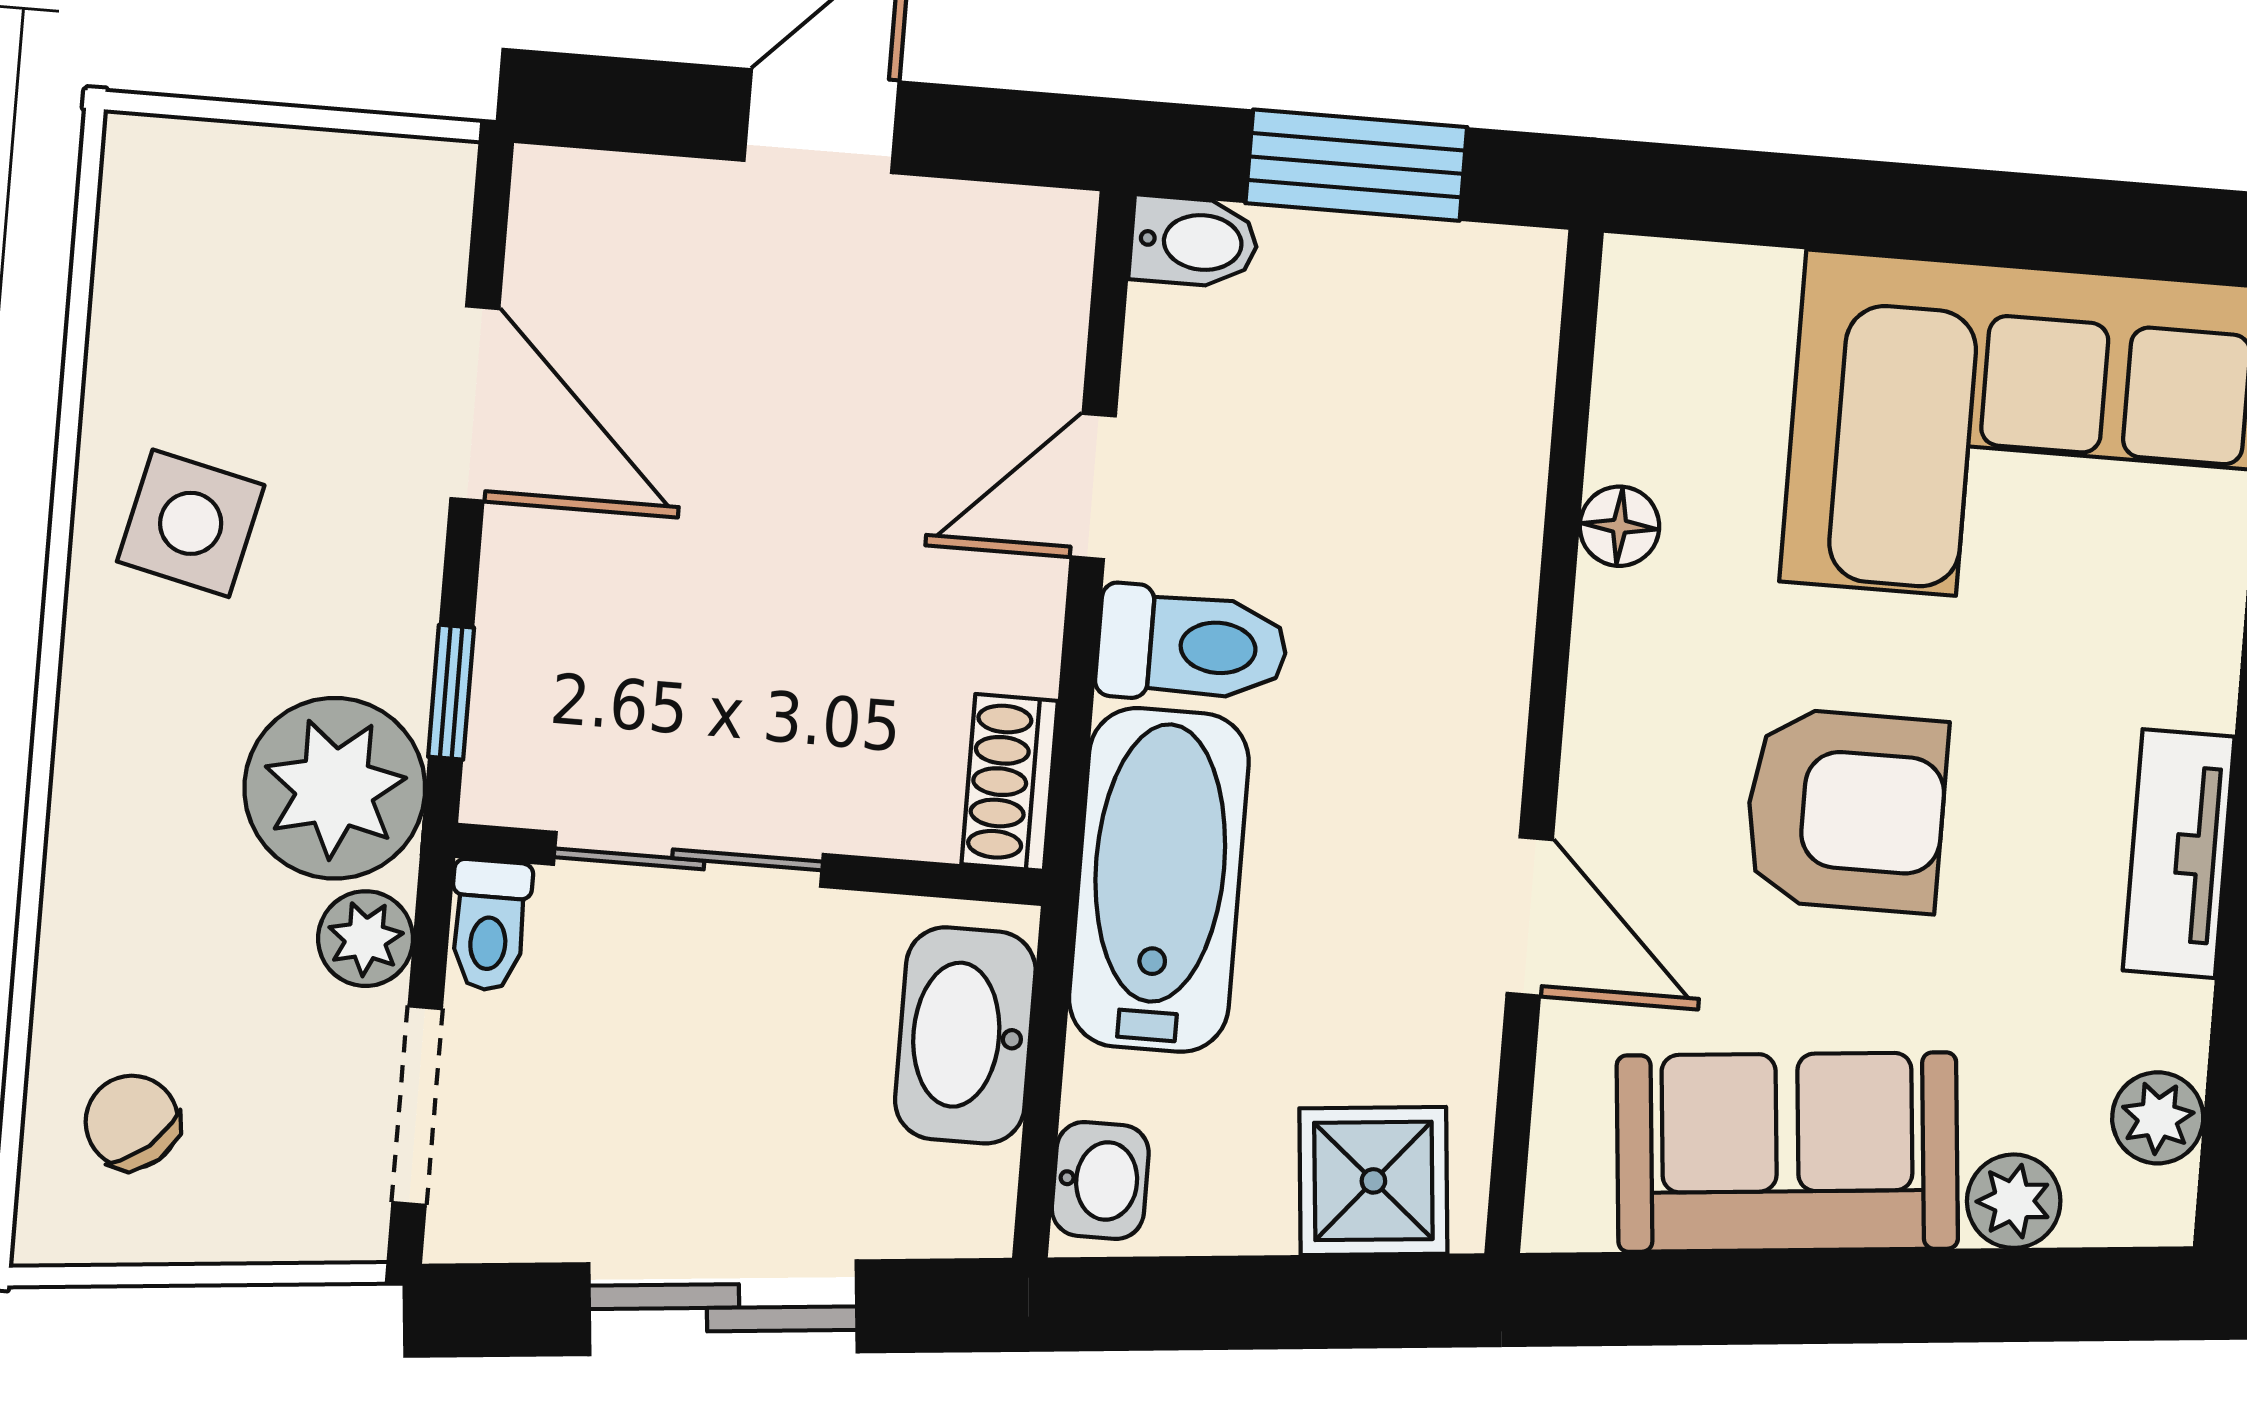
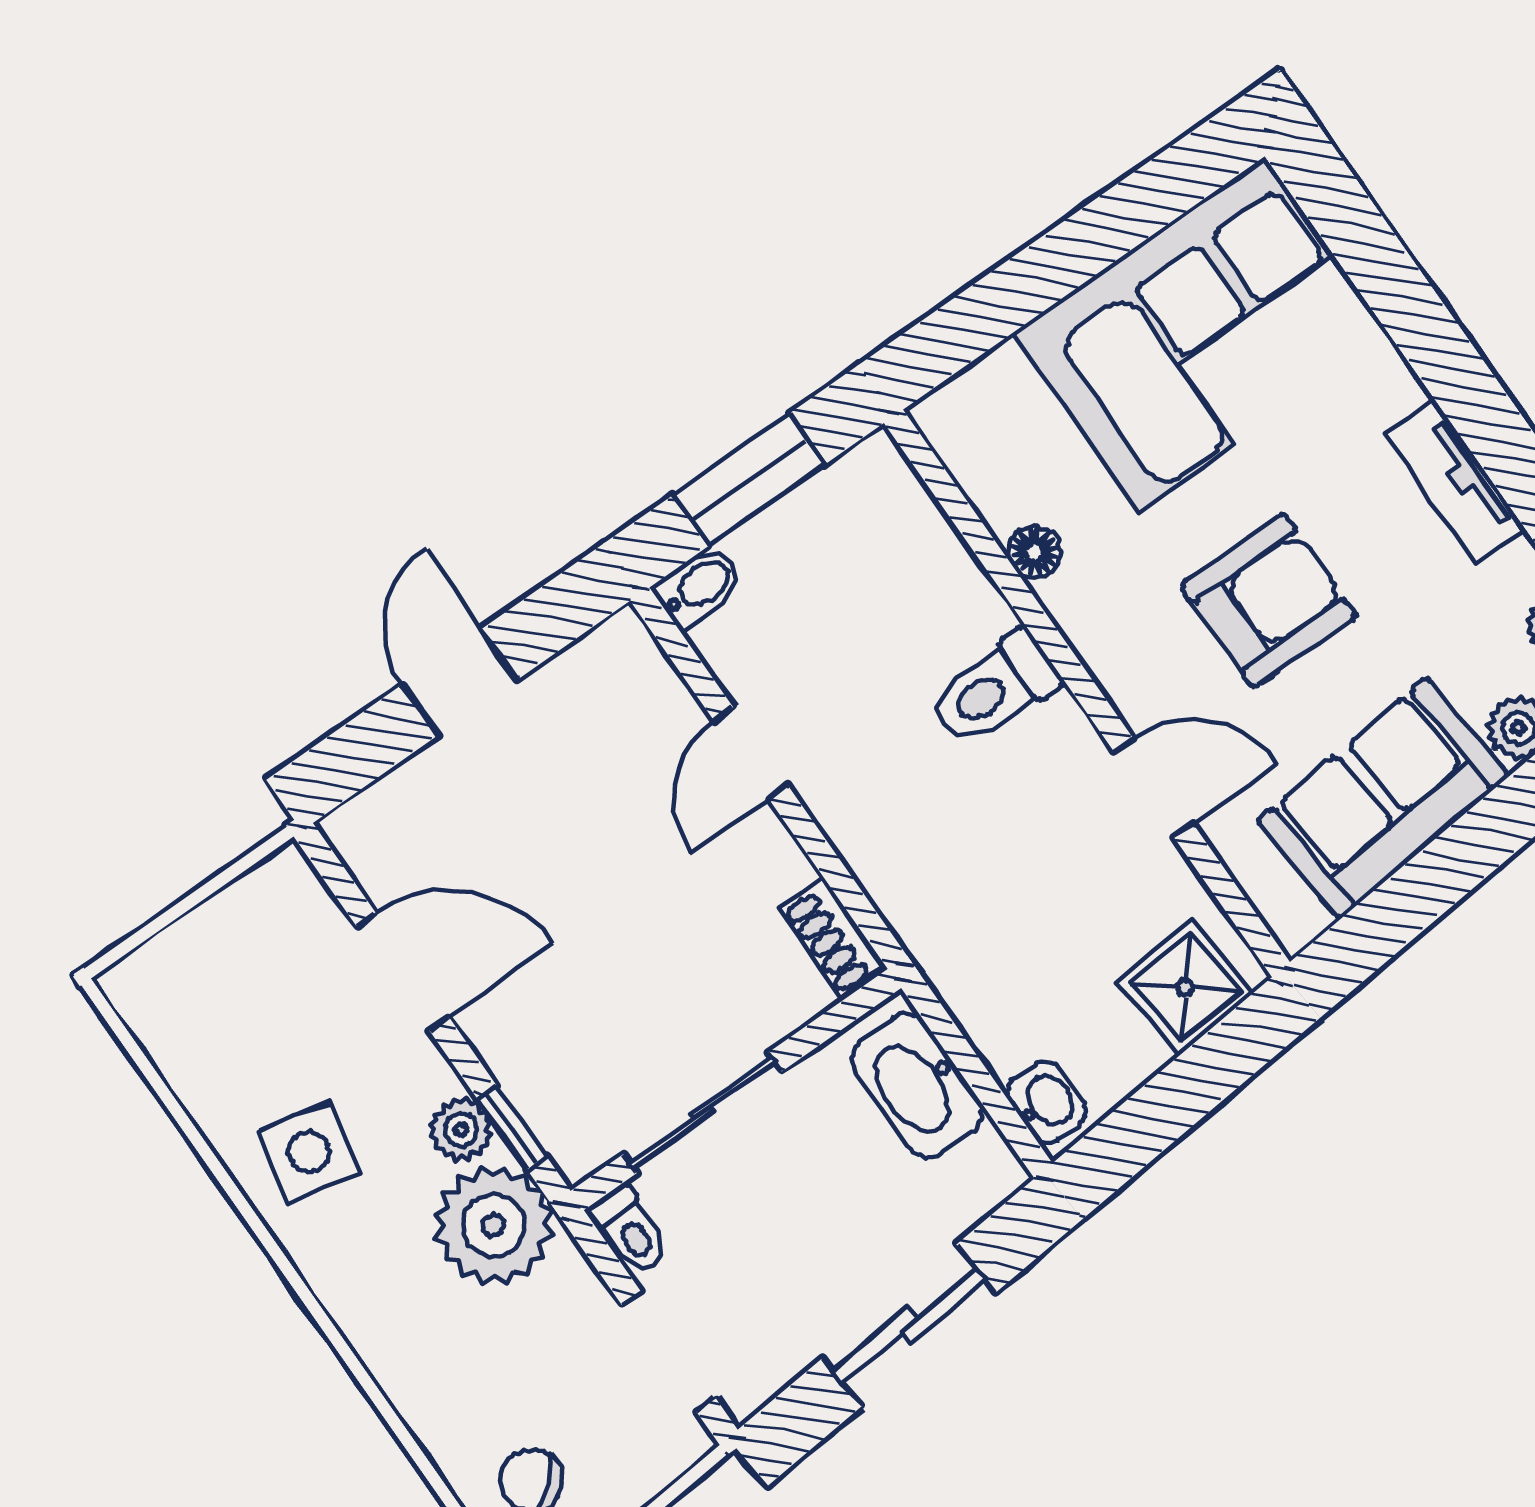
toilet: (1192, 646) -> (995, 689), moved, turned 180
bathtub: (1159, 880) -> (950, 925), removed
plant: (366, 939) -> (461, 1130), moved

